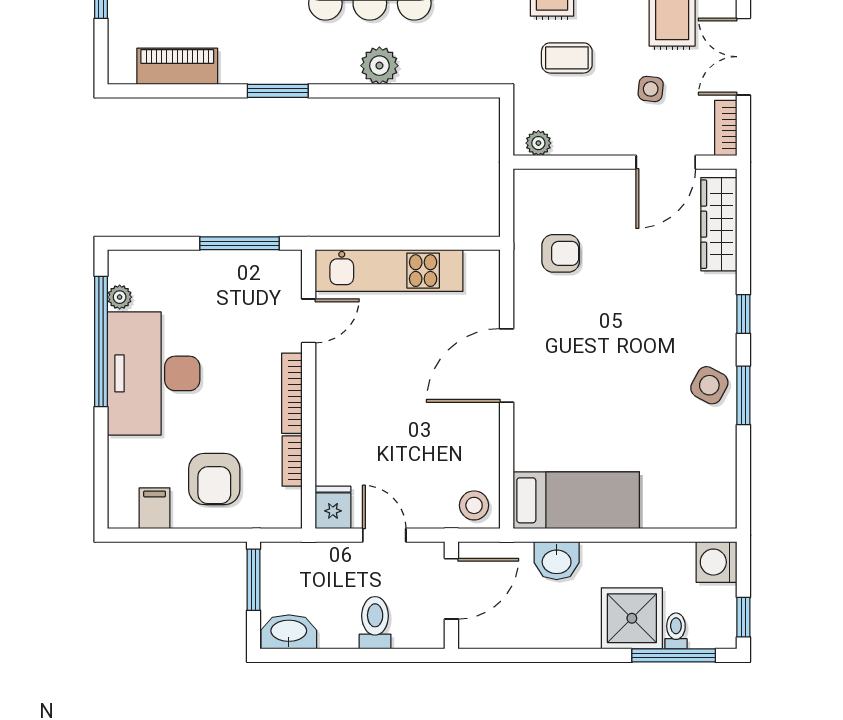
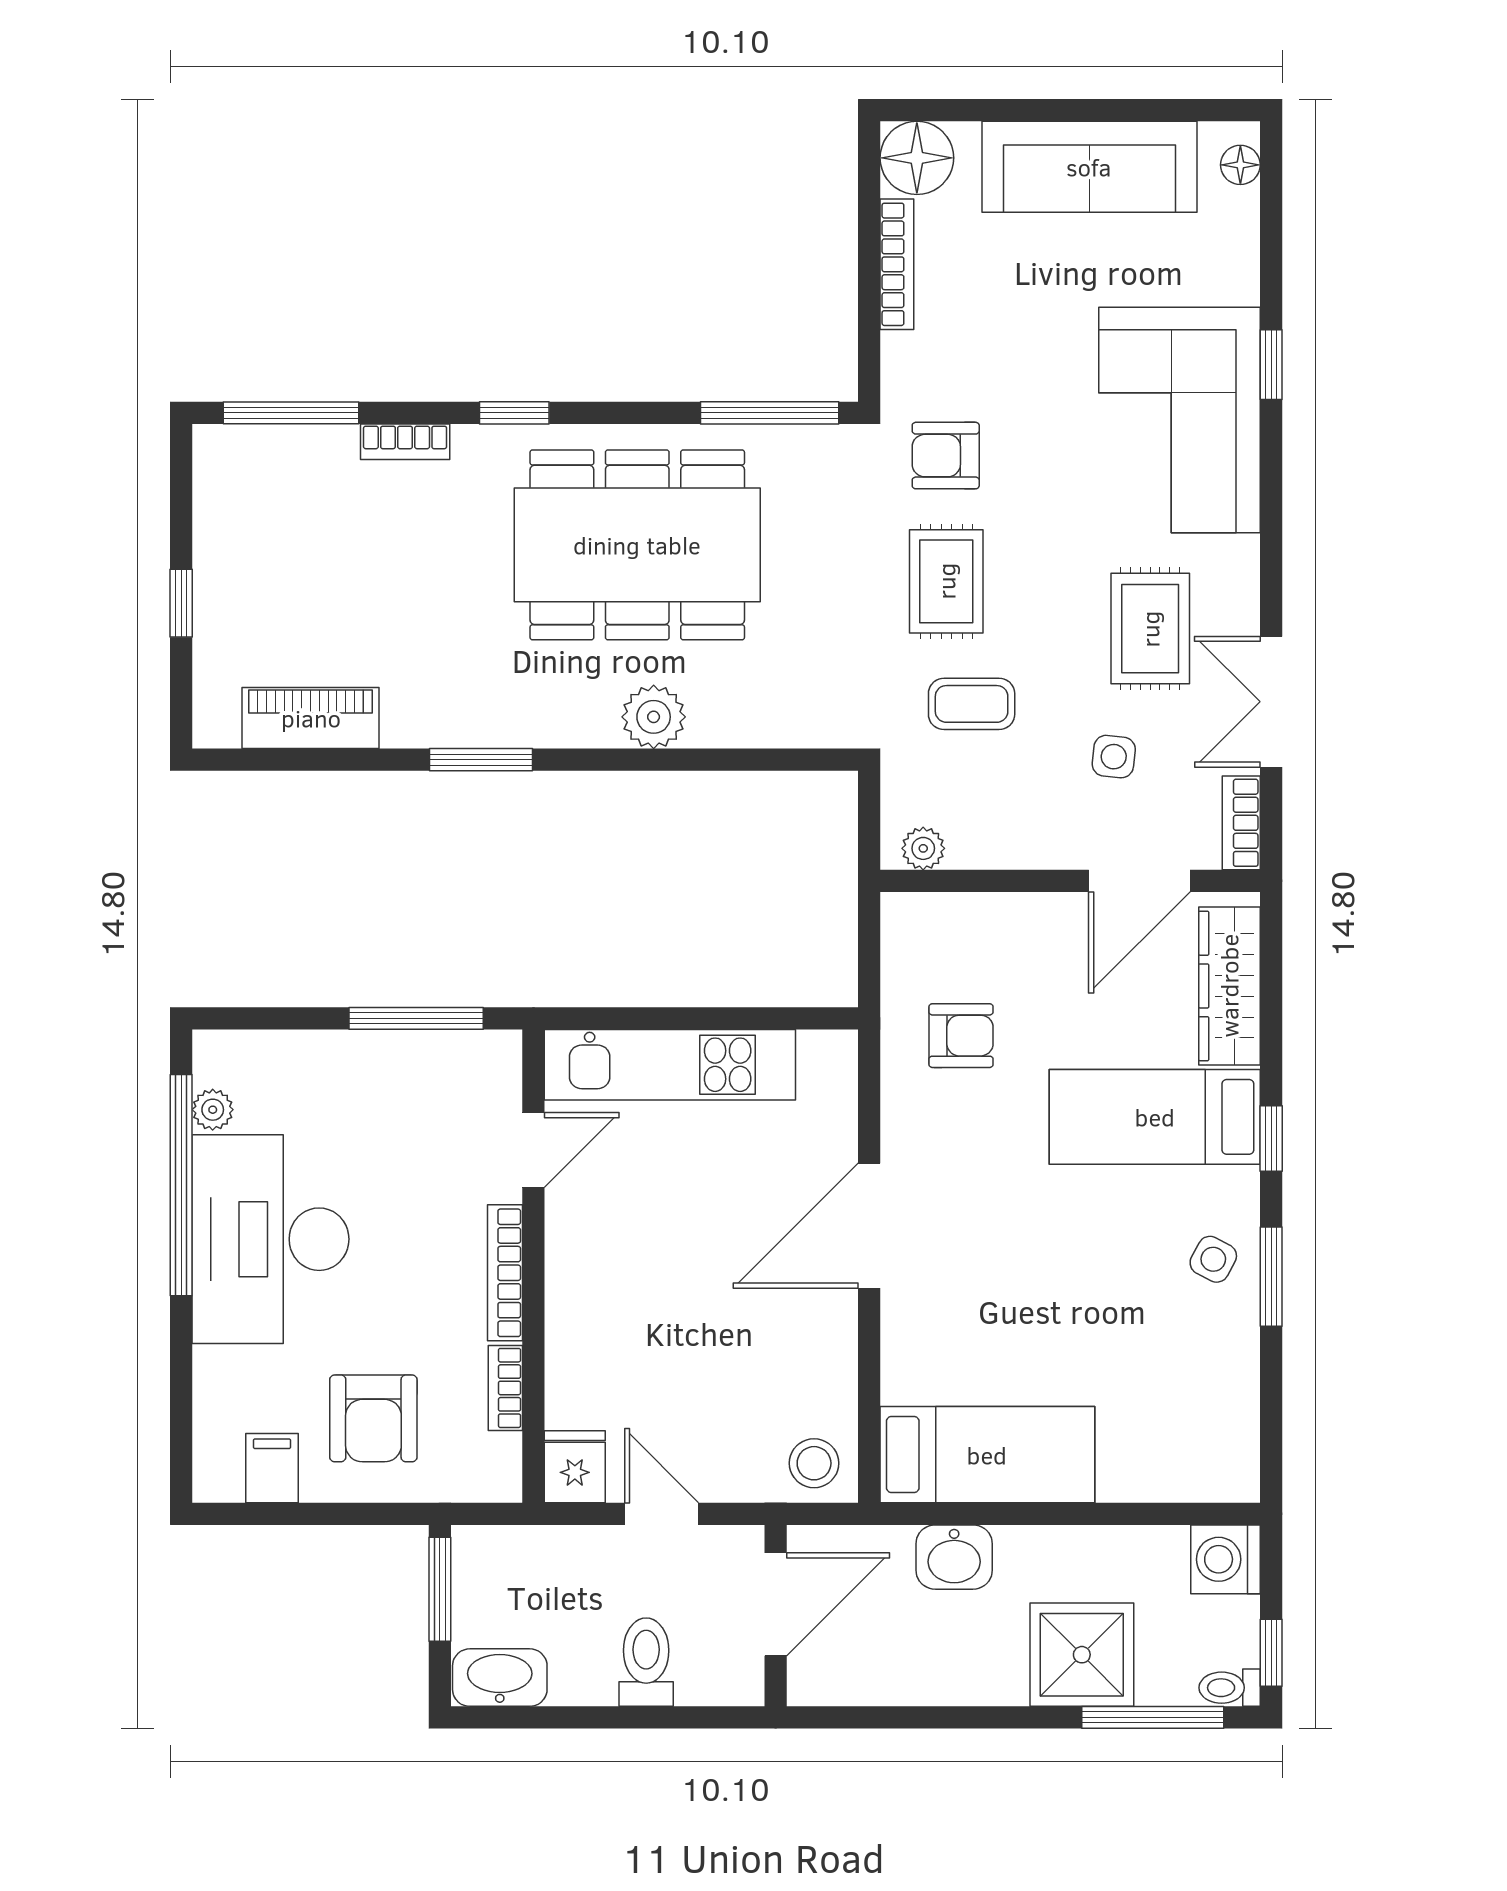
bed: (675, 301) -> (1155, 1117), added
side table: (709, 385) -> (1213, 1259), width x0.73, depth x0.73
toilet: (676, 631) -> (1230, 1688), moved, turned -90

